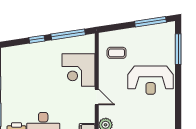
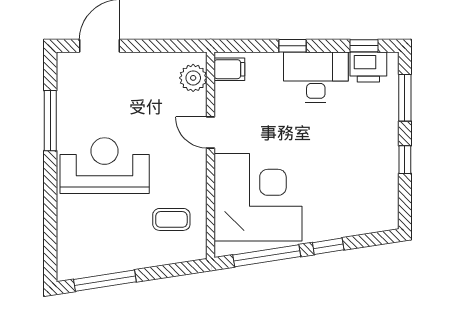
window: (178, 49) -> (50, 121), moved
corner desk: (78, 70) -> (258, 197), width x1.36, depth x1.36

